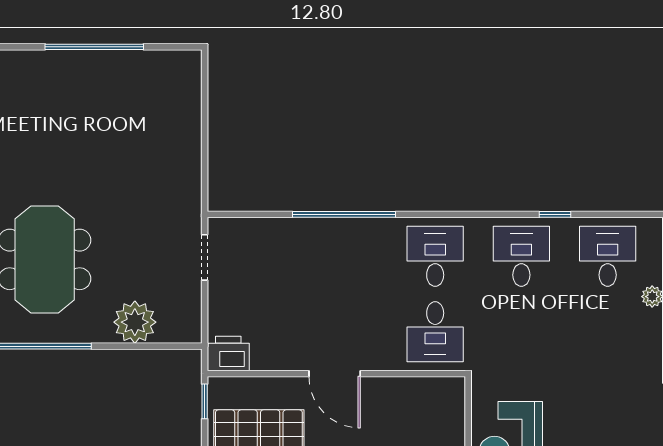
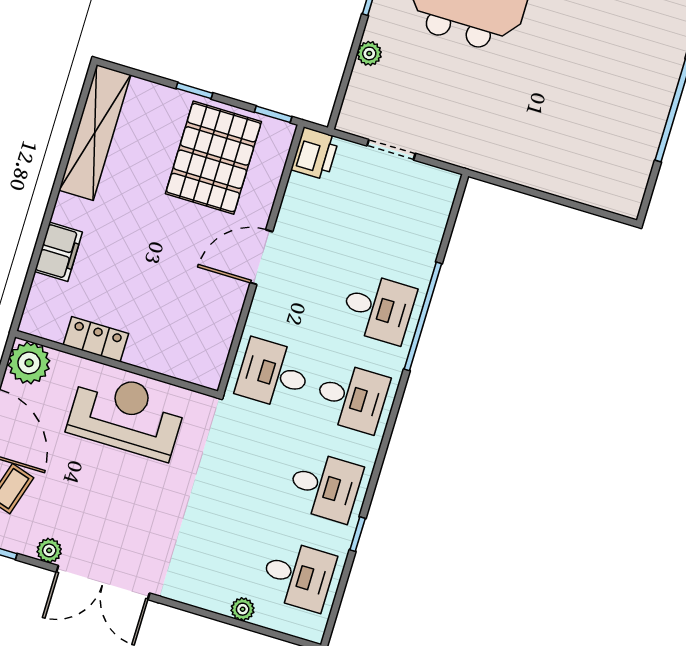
desk: (349, 256) -> (378, 308), added
doorway: (205, 257) -> (391, 150), moved
plant: (135, 322) -> (369, 53), width x0.53, depth x0.53

